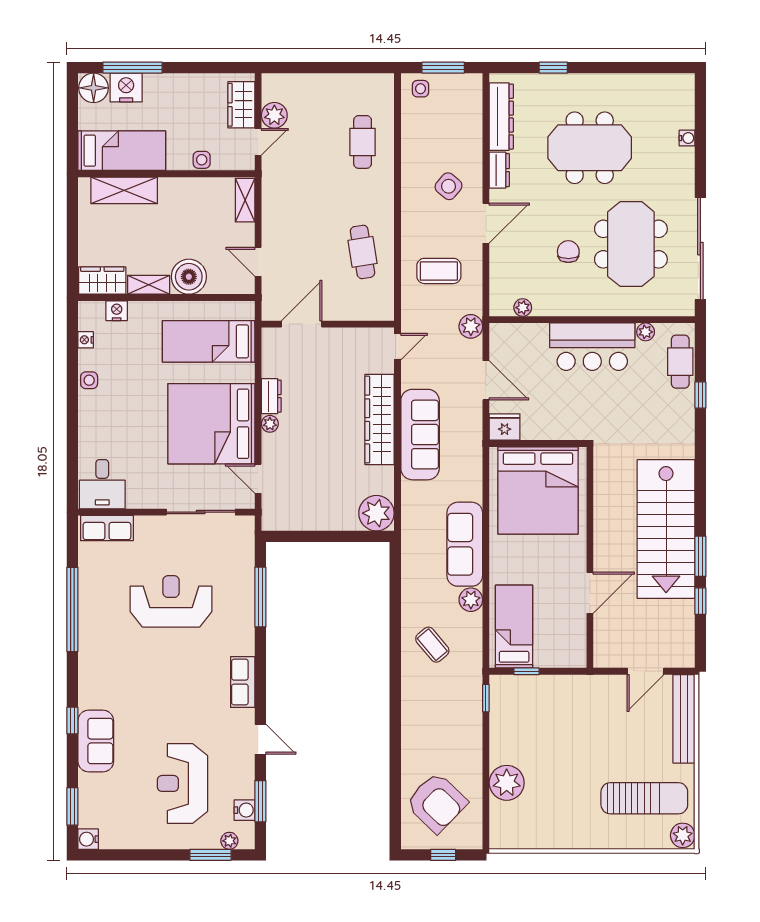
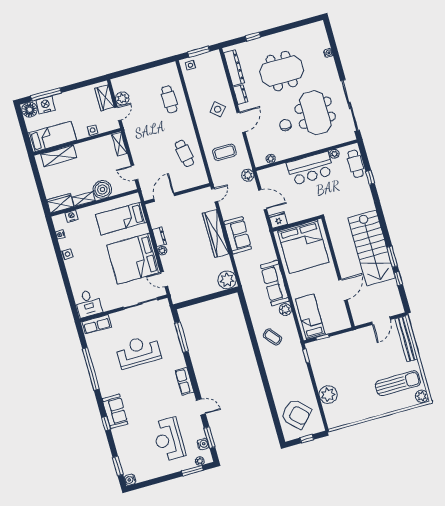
sofa: (420, 435) -> (238, 235), width x0.73
sofa: (96, 741) -> (115, 411), moved

